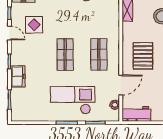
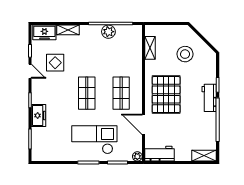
pallet: (143, 56) -> (166, 95), width x1.37, depth x1.41
door: (121, 85) -> (143, 124), swing flipped
plant: (115, 105) -> (137, 156), moved

